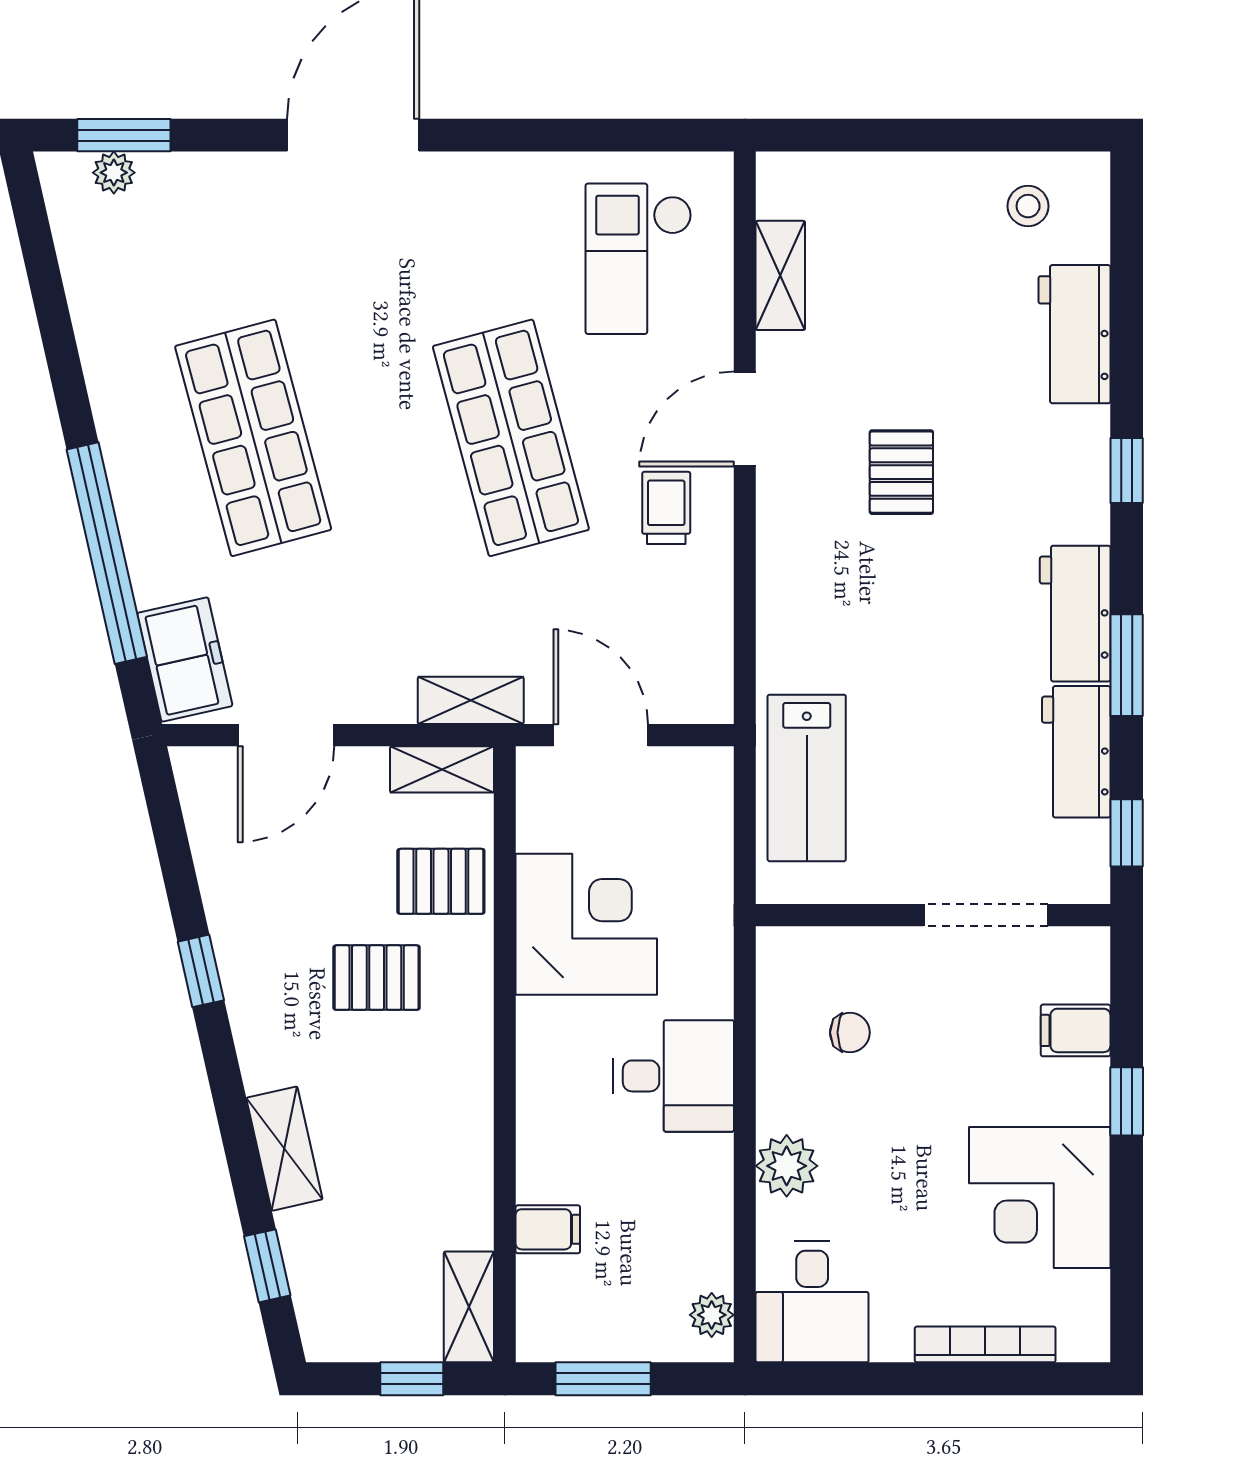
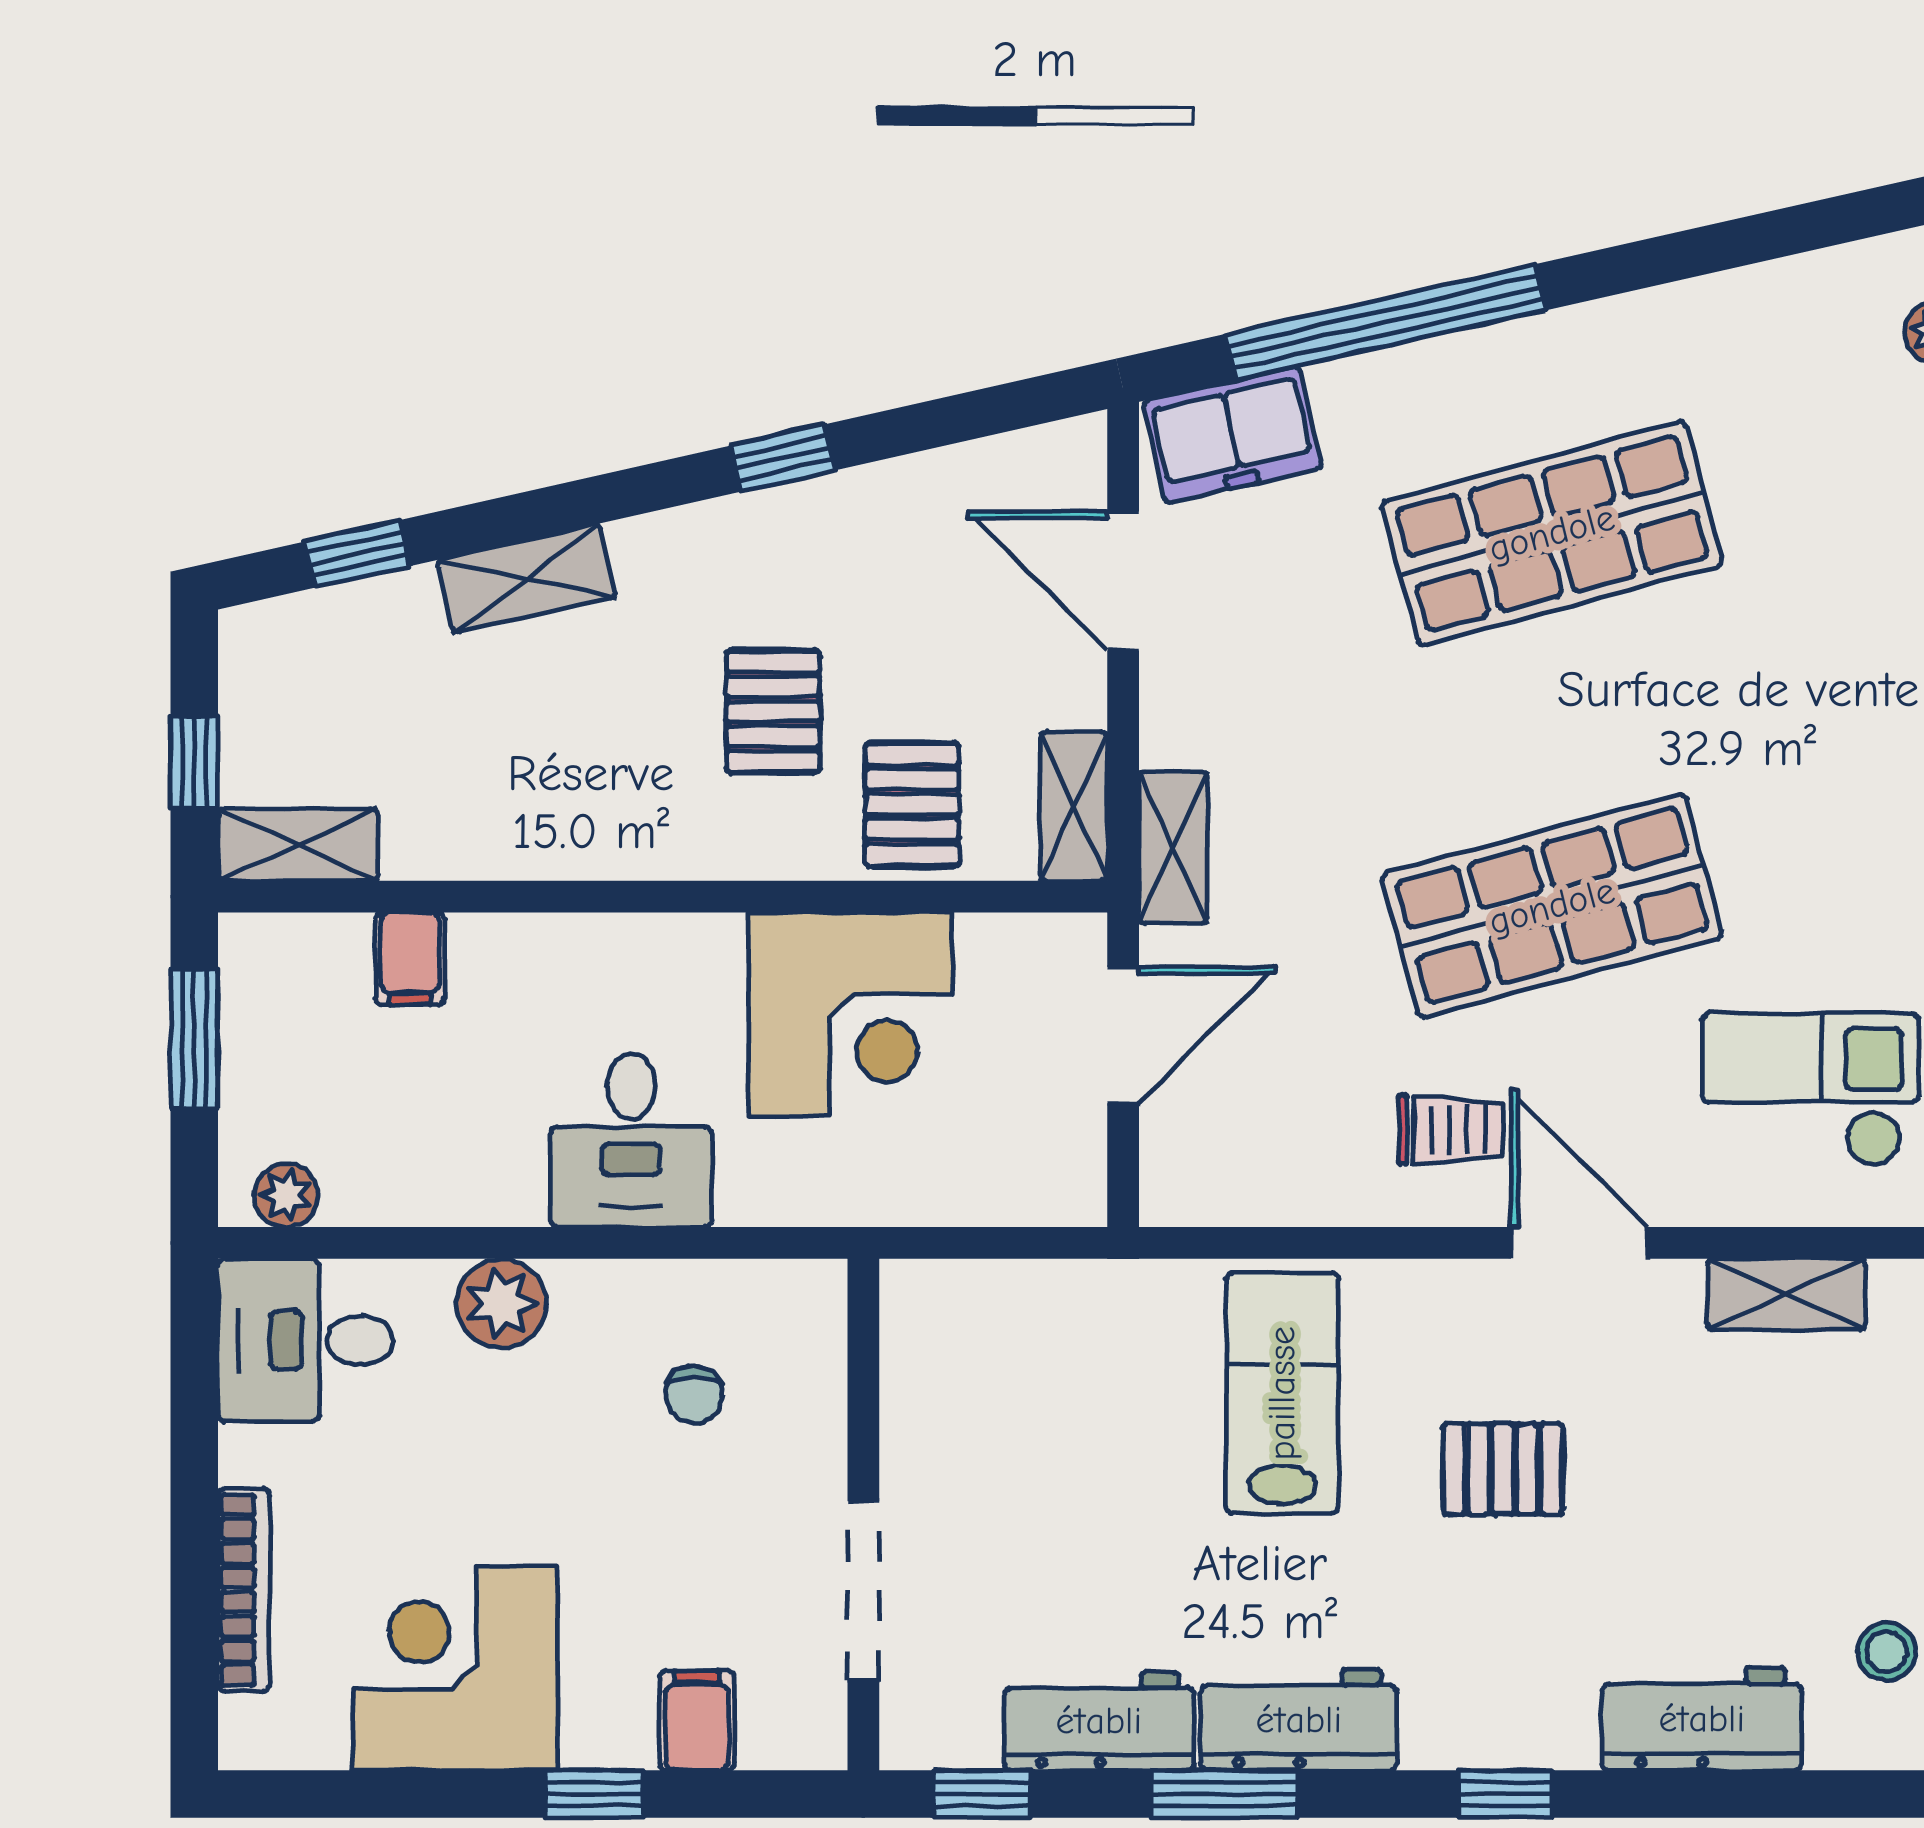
lab bench: (807, 778) -> (1282, 1393), moved, turned 90

